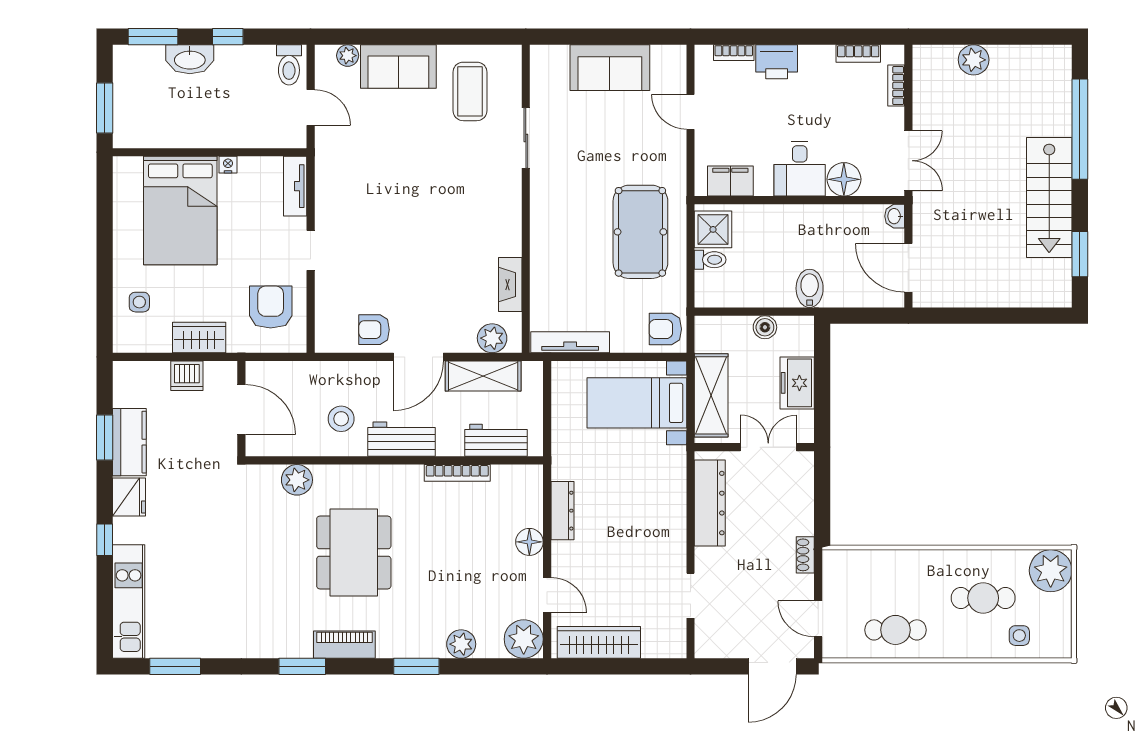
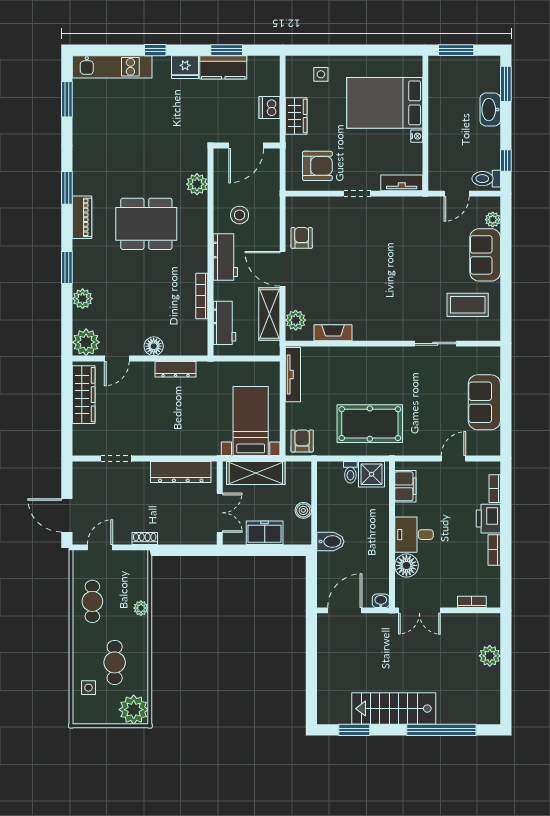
window: (228, 37) -> (506, 160), moved
bookcase: (858, 53) -> (494, 550), moved
plant: (905, 560) -> (141, 608), added

